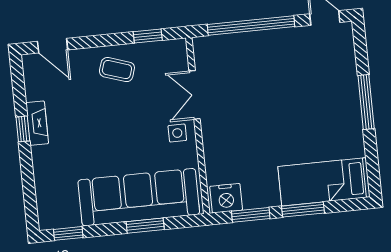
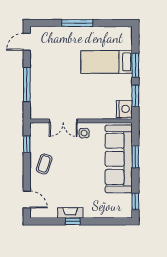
window: (251, 26) -> (27, 85), width x0.68
door: (53, 46) -> (27, 200), hinge flipped
bed: (324, 182) -> (107, 62), moved, turned 90

